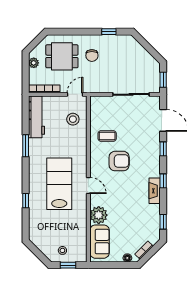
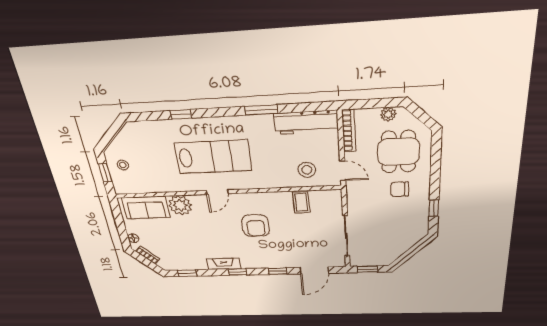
coffee table: (107, 136) -> (301, 202), moved

